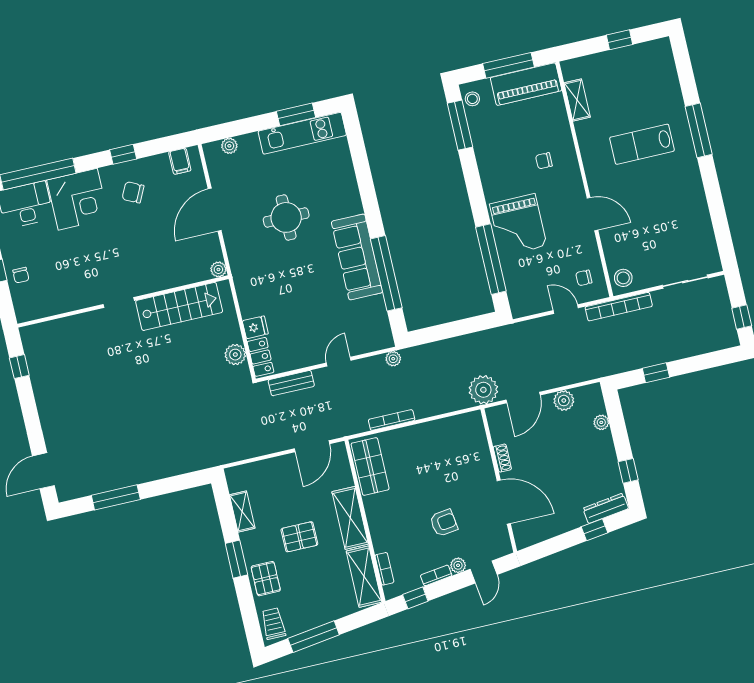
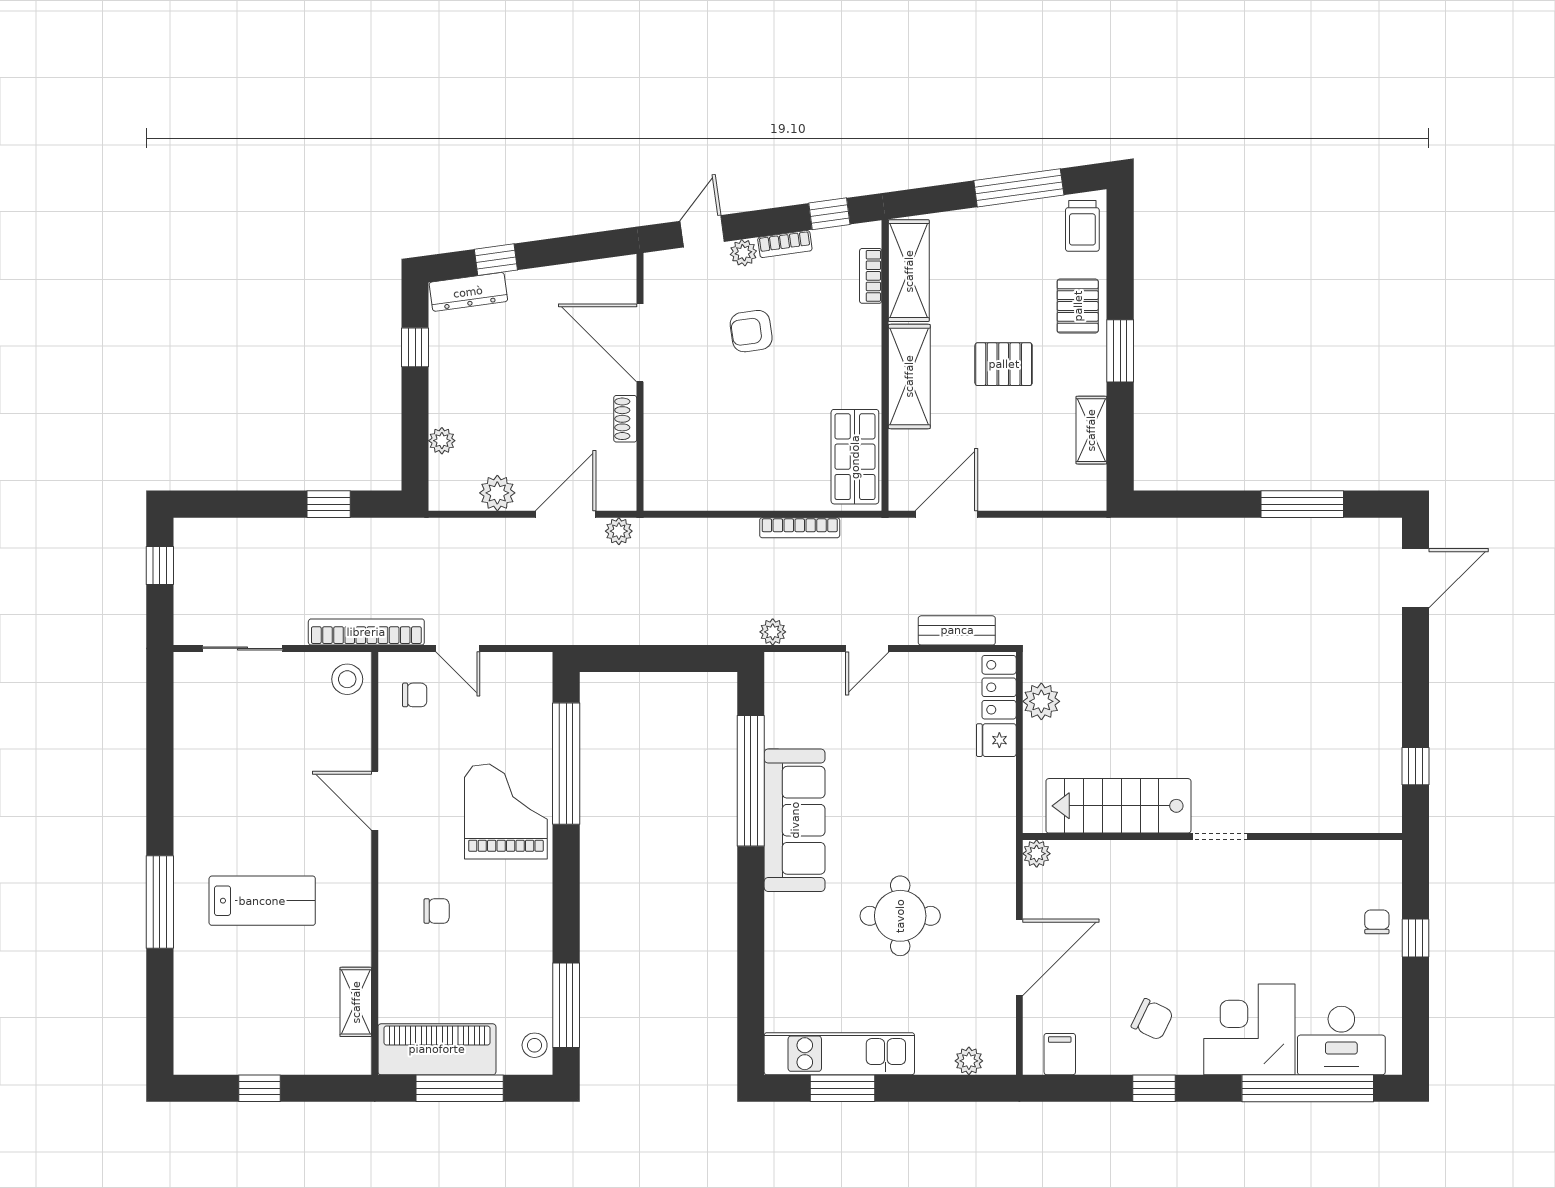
plant: (483, 390) -> (619, 531), width x0.53, depth x0.53

